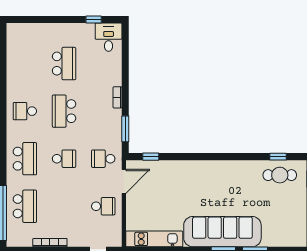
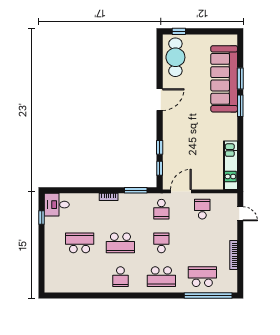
door: (231, 157) -> (160, 100), added
window: (278, 157) -> (160, 147), moved
school desk: (25, 159) -> (161, 277), turned 180
cafe table: (280, 175) -> (175, 57), width x1.37, depth x1.35
door: (124, 181) -> (181, 191), hinge flipped
sofa: (222, 232) -> (224, 79), moved

